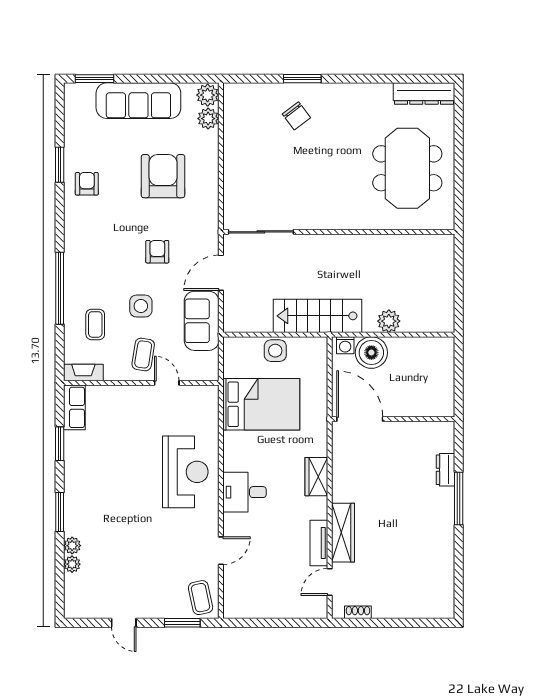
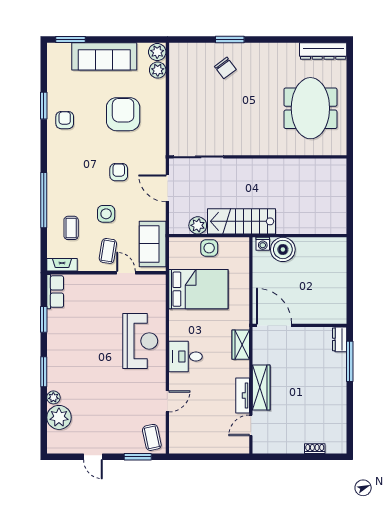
door: (221, 273) -> (167, 188), hinge flipped
sofa: (202, 321) -> (153, 244), moved
plant: (389, 321) -> (198, 225), moved
door: (360, 419) -> (274, 325), moved
wall: (393, 419) -> (300, 325), moved
plant: (72, 564) -> (59, 417), width x1.87, depth x1.87
shoe rack: (358, 612) -> (315, 449), moved

